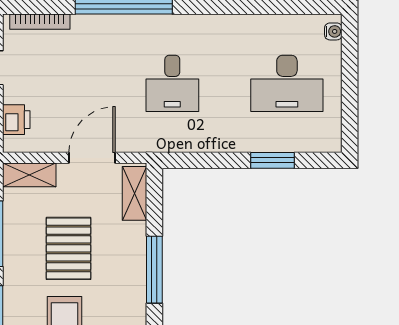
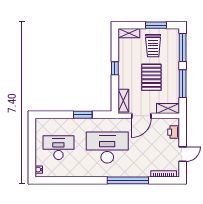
desk: (172, 83) -> (107, 148), width x1.87, depth x1.30
window: (272, 160) -> (83, 115), moved
window: (154, 270) -> (115, 68), width x0.46

